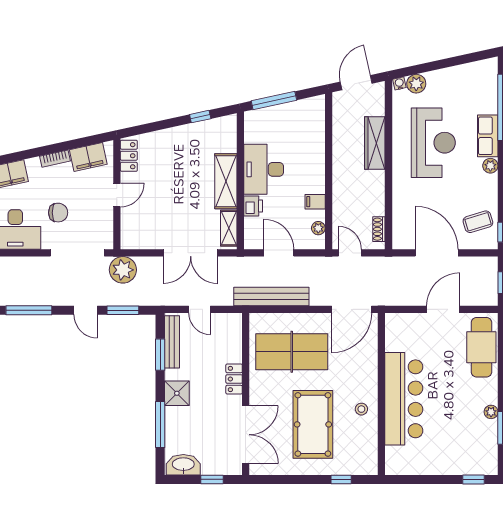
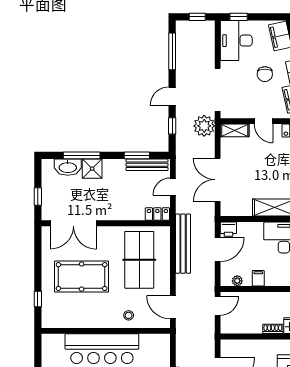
printer: (253, 206) -> (228, 229), moved
chair: (58, 213) -> (265, 74), moved
shelving: (229, 228) -> (235, 130), moved
shoe rack: (379, 229) -> (273, 329), moved
door: (352, 309) -> (173, 307), width x0.73
window: (123, 310) -> (172, 126), width x0.67
locker: (234, 379) -> (157, 214), moved
shower: (177, 393) -> (92, 169), moved
stool: (361, 409) -> (129, 315), moved
washbasin: (183, 465) -> (68, 167), moved, turned 90

